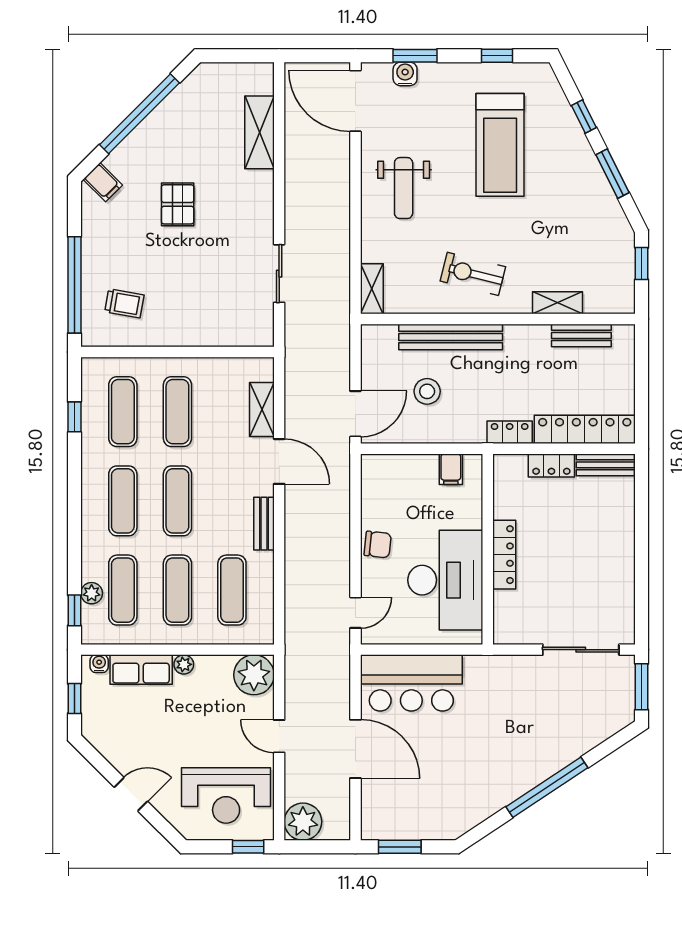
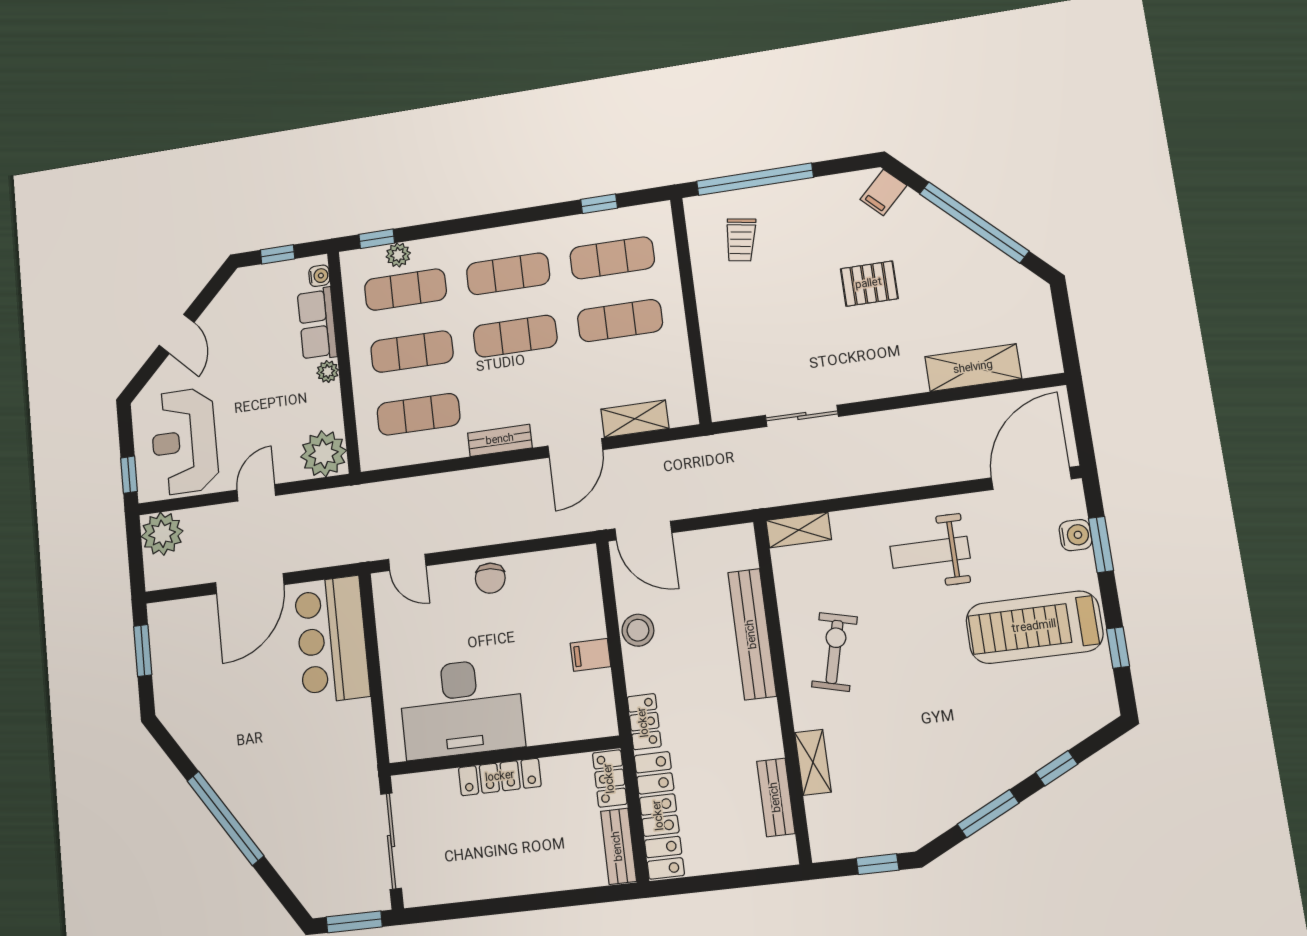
treadmill: (500, 145) -> (1034, 627), moved
stool: (427, 391) -> (638, 630), moved
wall: (488, 549) -> (504, 756), moved
locker: (504, 555) -> (500, 777), moved
desk: (445, 580) -> (461, 708), moved

